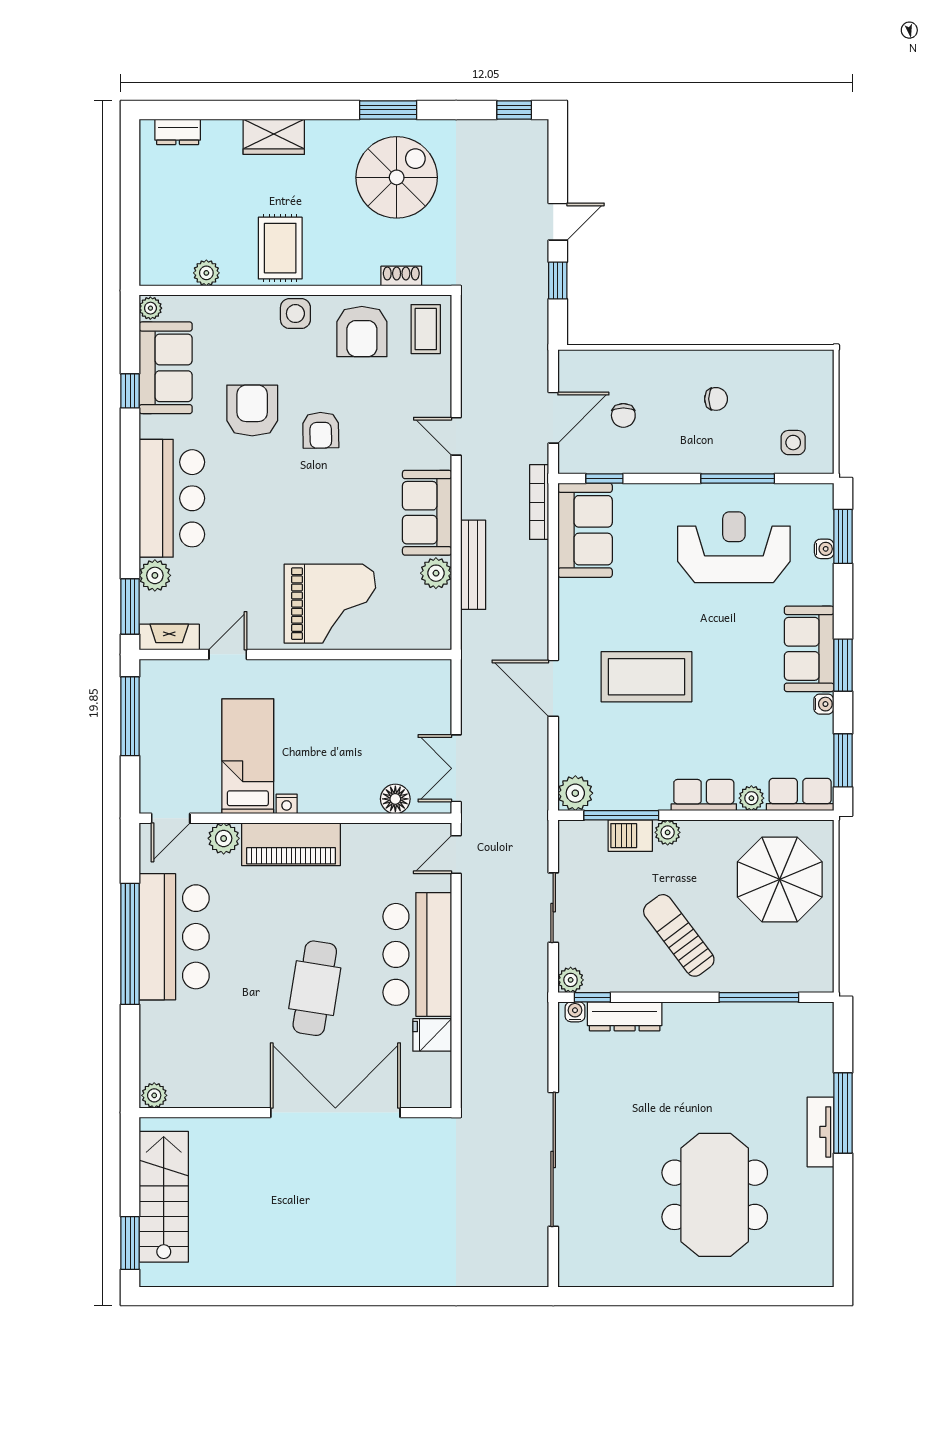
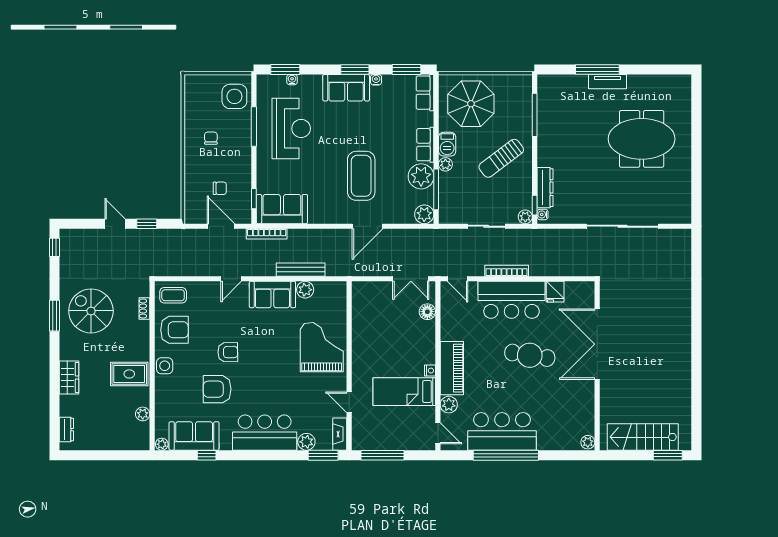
side table: (793, 443) -> (234, 96), width x1.87, depth x1.87
reception desk: (734, 547) -> (291, 128), turned 180
plant: (751, 798) -> (421, 176), moved, width x1.87, depth x1.87
barbecue: (630, 836) -> (447, 144), moved
bookcase: (471, 945) -> (507, 271), added

